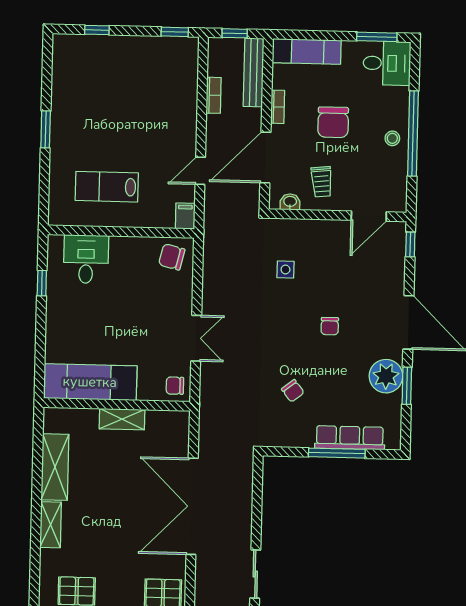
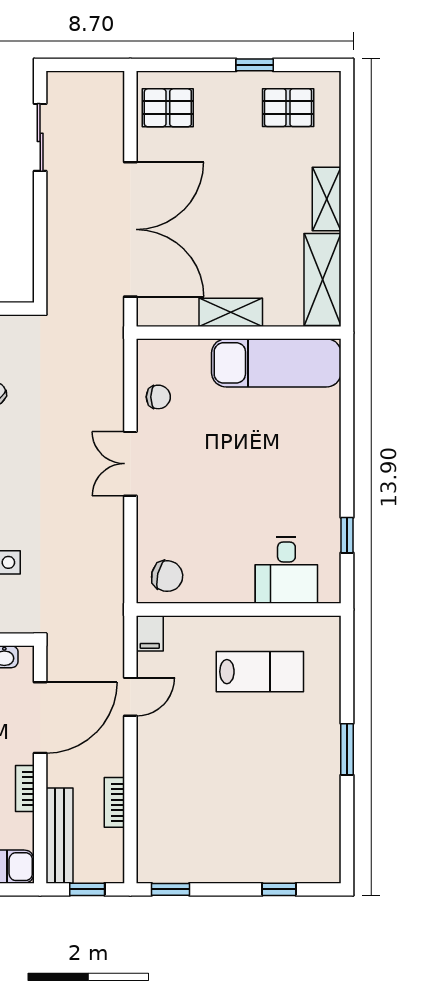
exam couch: (90, 382) -> (276, 363), moved
wall: (117, 404) -> (239, 333), moved
shelving: (122, 419) -> (231, 312), moved

